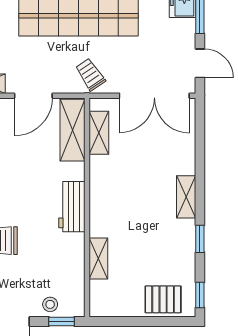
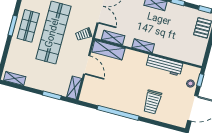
workbench: (72, 207) -> (164, 65), moved, width x1.38
shelving: (98, 259) -> (143, 46), moved

